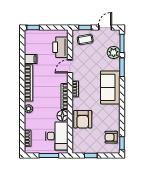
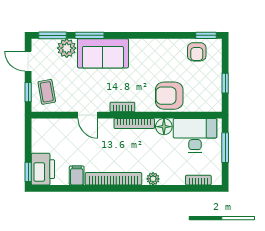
printer: (60, 47) -> (43, 169), moved, turned -90
sofa: (110, 87) -> (103, 53), moved
armchair: (83, 119) -> (169, 96), turned 180

